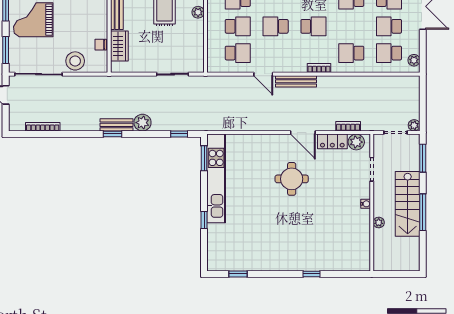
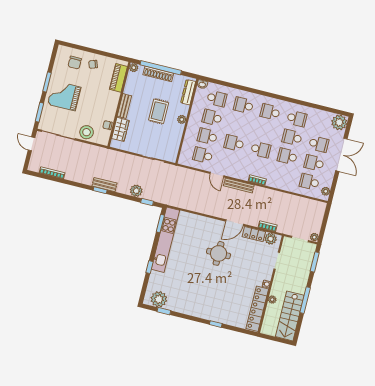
school desk: (238, 26) -> (207, 136), turned 180
school desk: (238, 53) -> (203, 155), turned 180
school desk: (351, 53) -> (287, 156), moved
plant: (142, 123) -> (136, 191), moved
door: (303, 133) -> (235, 223), hinge flipped
stairs: (408, 204) -> (290, 316), moved
locker: (362, 240) -> (257, 309), added
plant: (227, 260) -> (159, 299), added

